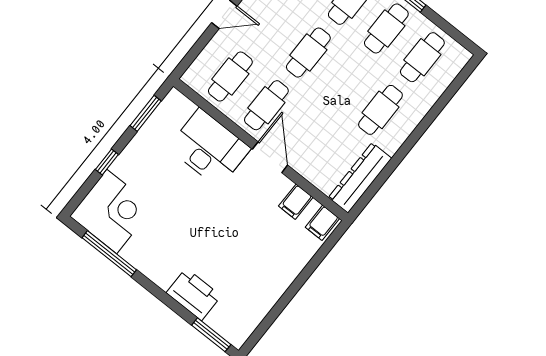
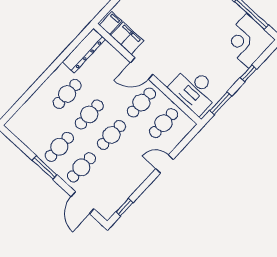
cafe table: (422, 57) -> (89, 114), moved
desk: (209, 148) -> (194, 90), moved
door: (270, 157) -> (142, 69), hinge flipped
filing cabinet: (296, 202) -> (127, 38), width x2.00

